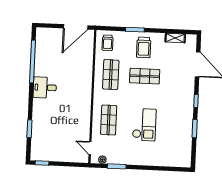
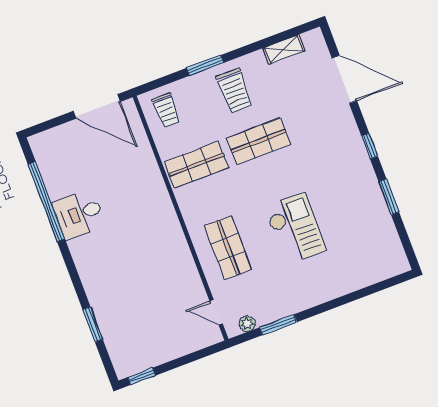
door: (76, 27) -> (97, 106), hinge flipped
shop shelf: (111, 75) -> (197, 165), turned 90
desk: (45, 87) -> (79, 214), moved

